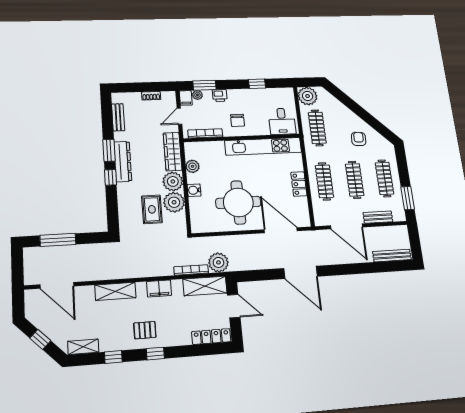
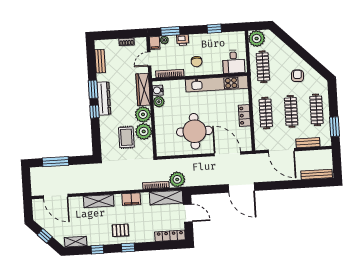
water cooler: (194, 190) -> (158, 90), moved

